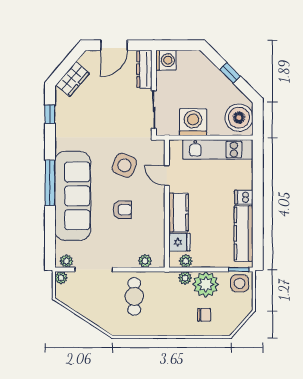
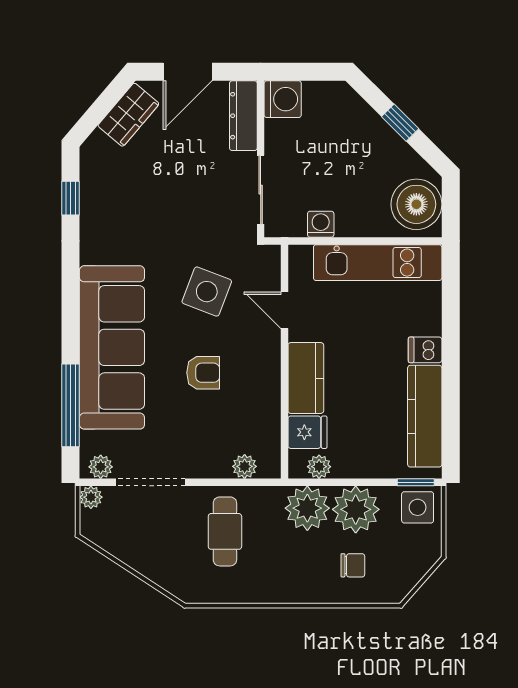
wardrobe: (73, 79) -> (128, 115), moved
washing machine: (193, 122) -> (321, 224), width x0.53, depth x0.53
window: (50, 183) -> (71, 405), moved
plant: (185, 278) -> (307, 508), width x1.87, depth x1.87

